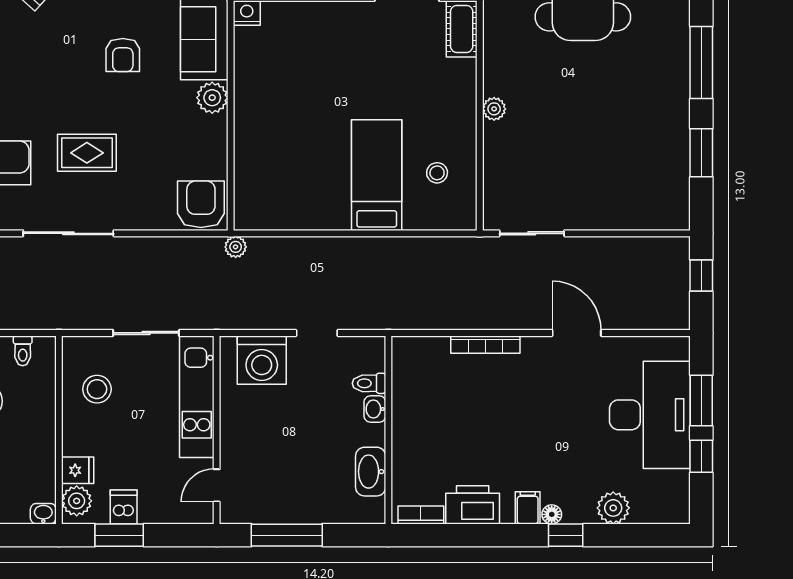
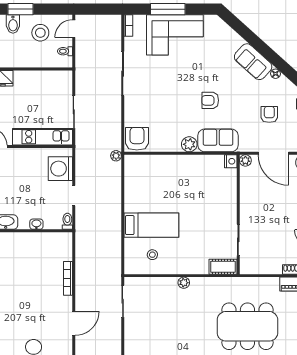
rug: (87, 153) -> (162, 83), removed
armchair: (201, 204) -> (137, 139), turned -90
toilet: (369, 383) -> (67, 221), moved
stool: (97, 389) -> (46, 88), removed

